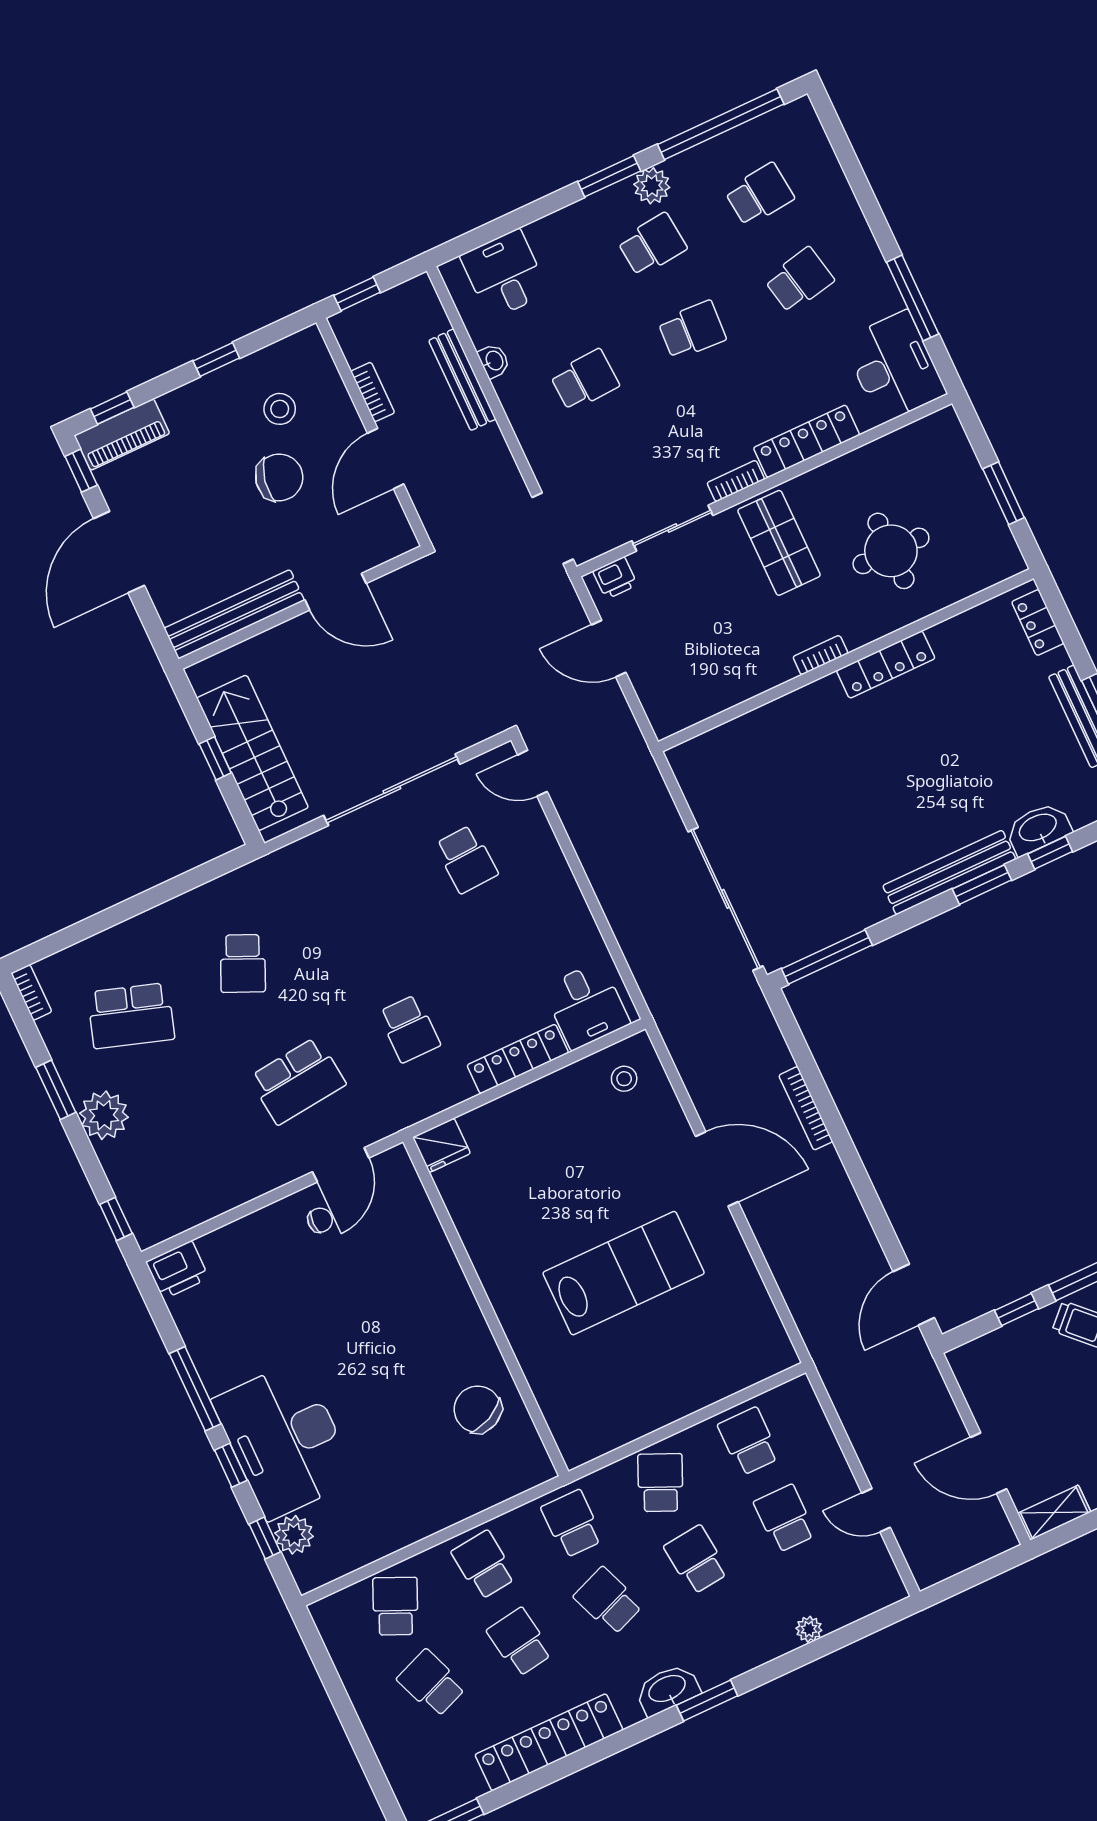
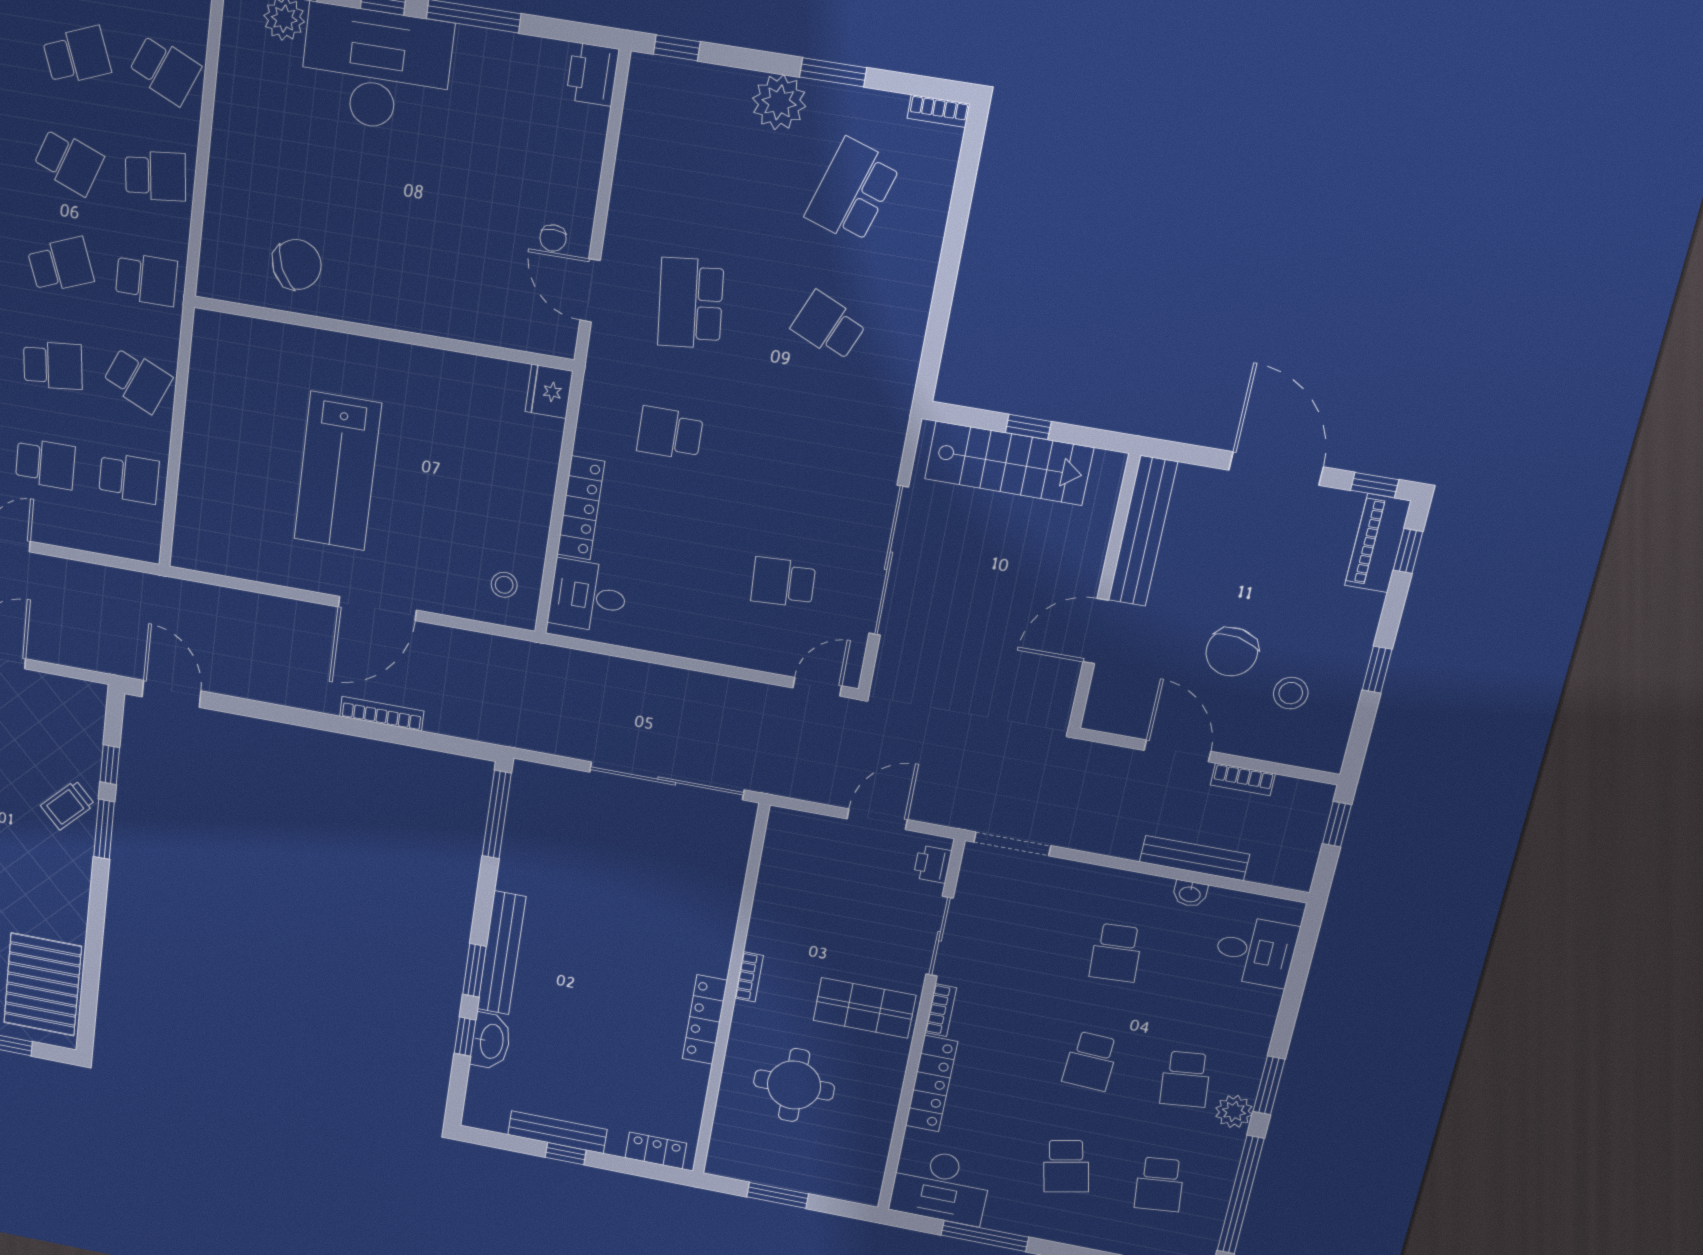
sliding door: (726, 899) -> (667, 781), moved
school desk: (520, 1642) -> (69, 162), turned 30

